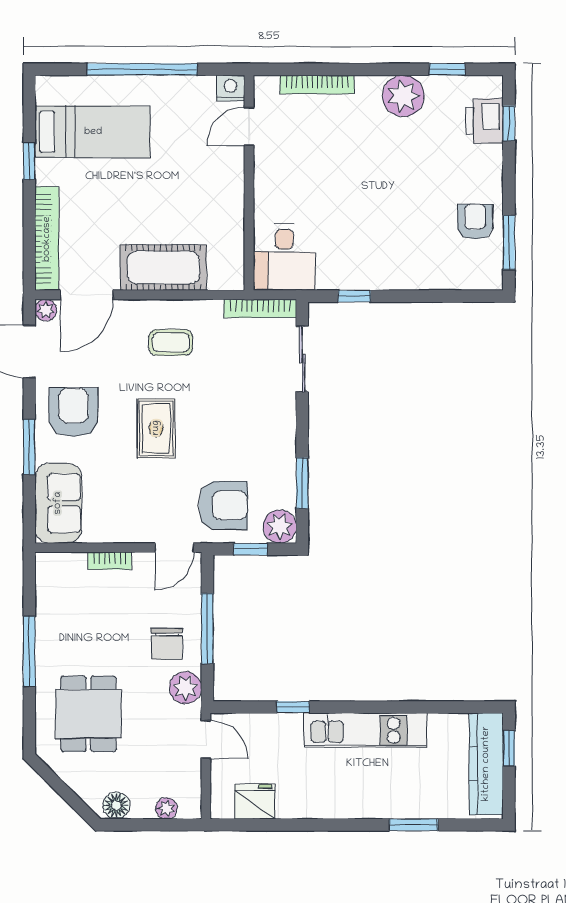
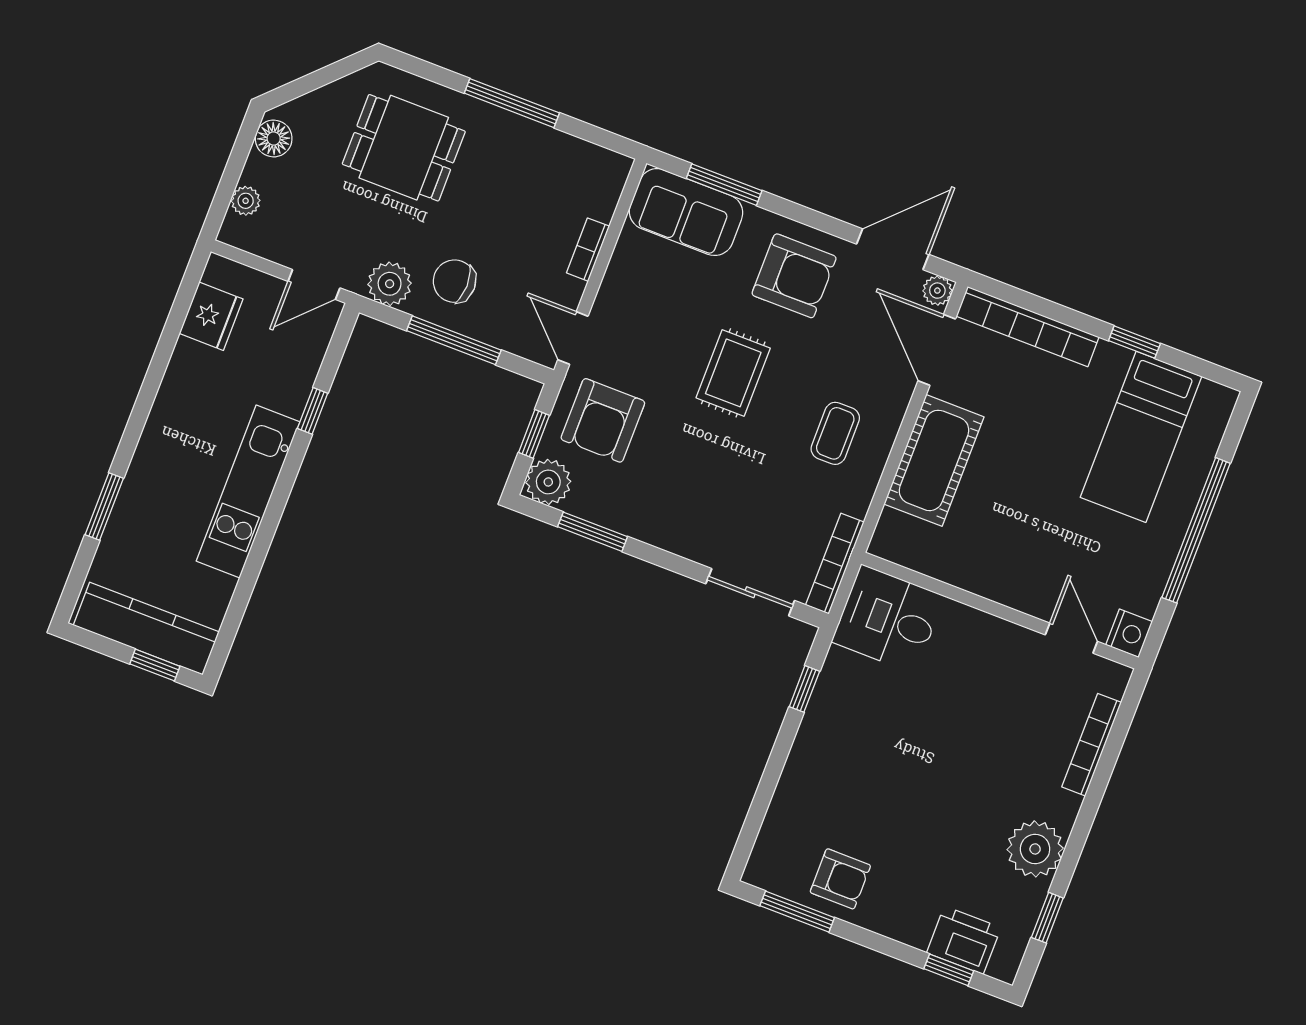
rug: (156, 428) -> (733, 373), turned 90
window: (29, 447) -> (724, 185), moved

